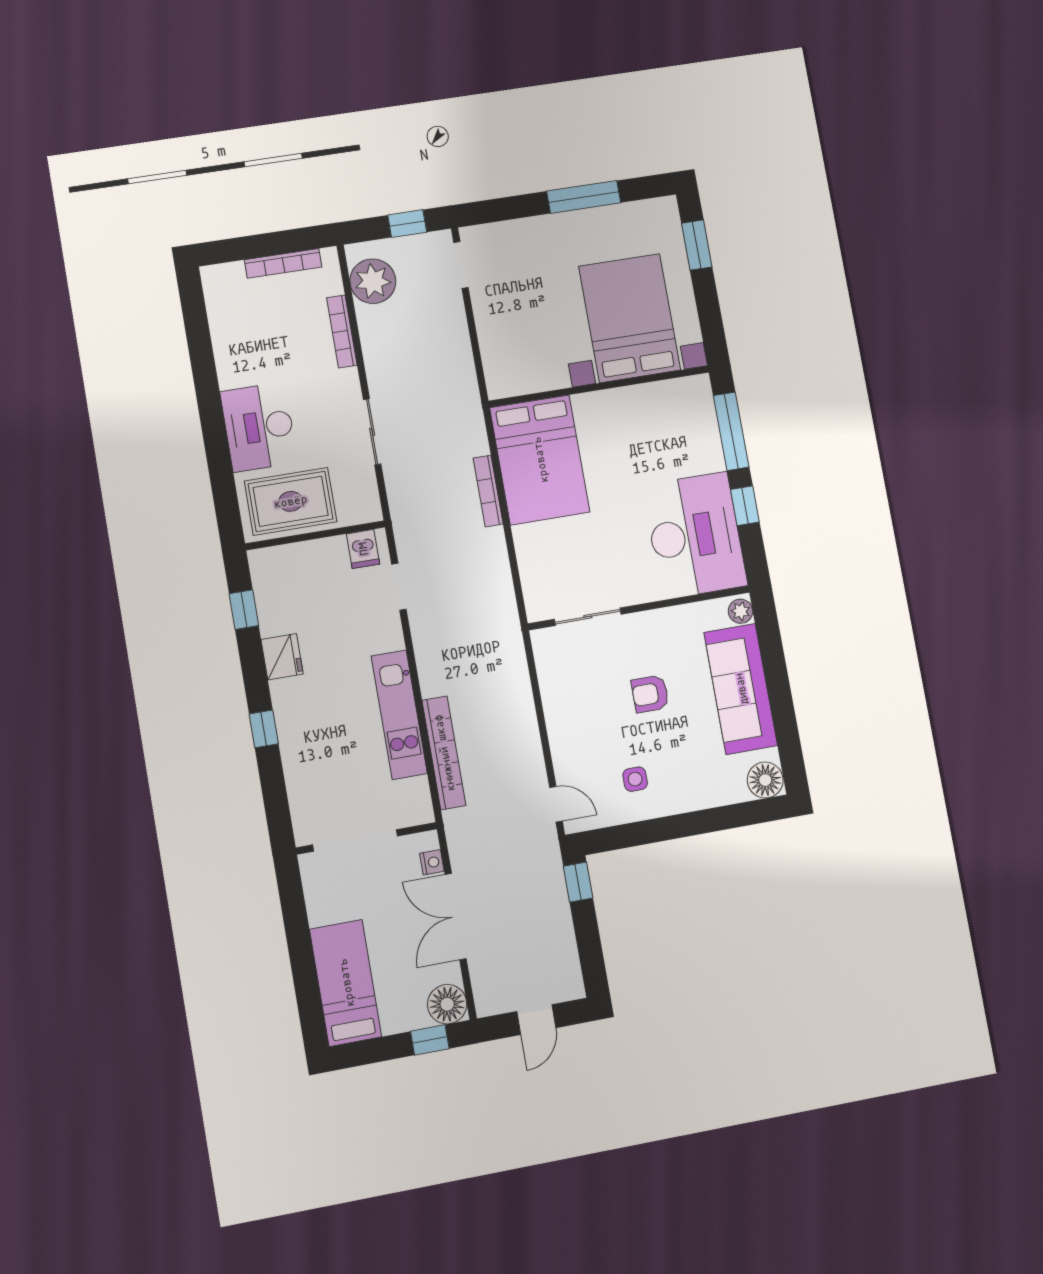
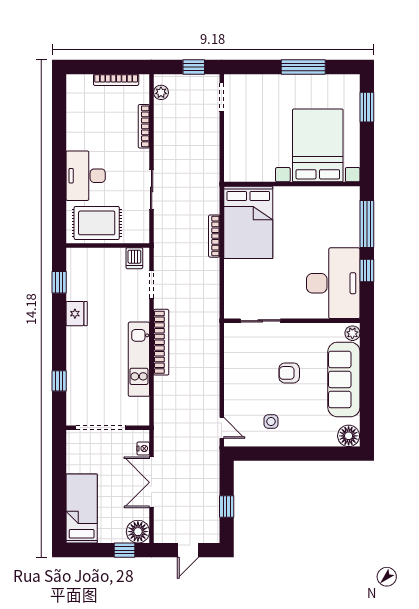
plant: (373, 281) -> (161, 92), width x0.53, depth x0.53
window: (264, 729) -> (59, 381), moved
bookcase: (444, 753) -> (161, 342), moved
window: (578, 882) -> (227, 506), moved

